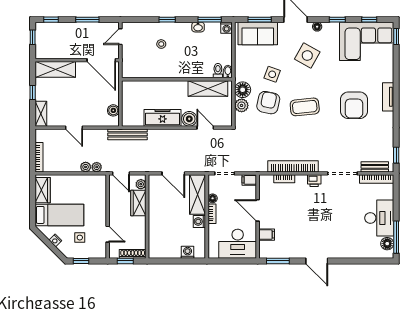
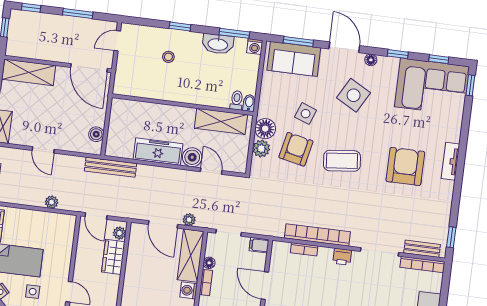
washbasin: (198, 27) -> (218, 44), width x1.91, depth x1.45
armchair: (354, 105) -> (405, 166), turned 180
plant: (97, 167) -> (189, 220), moved

